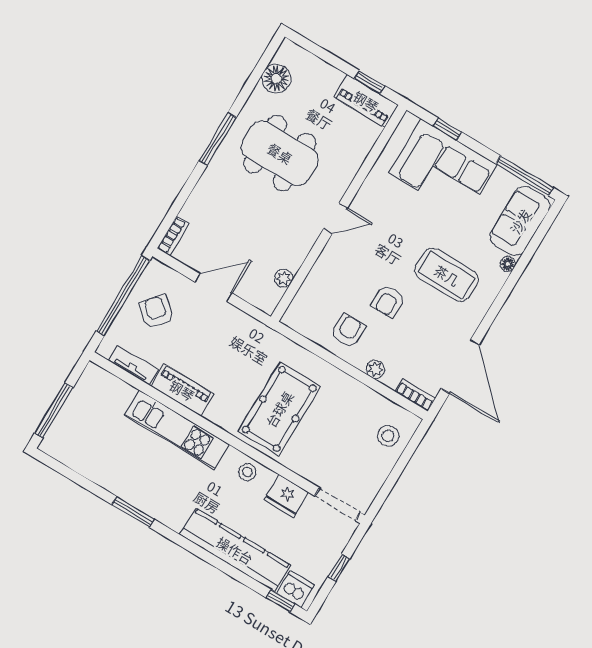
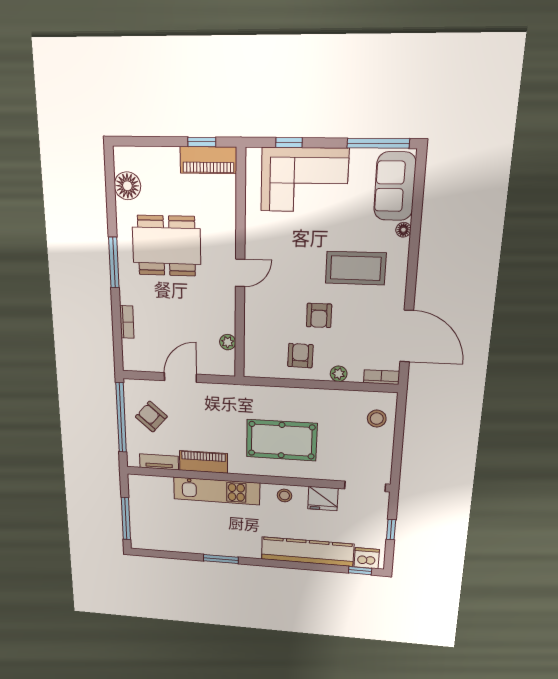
bookcase: (173, 236) -> (127, 322), moved
pool table: (279, 409) -> (282, 440), turned 90

